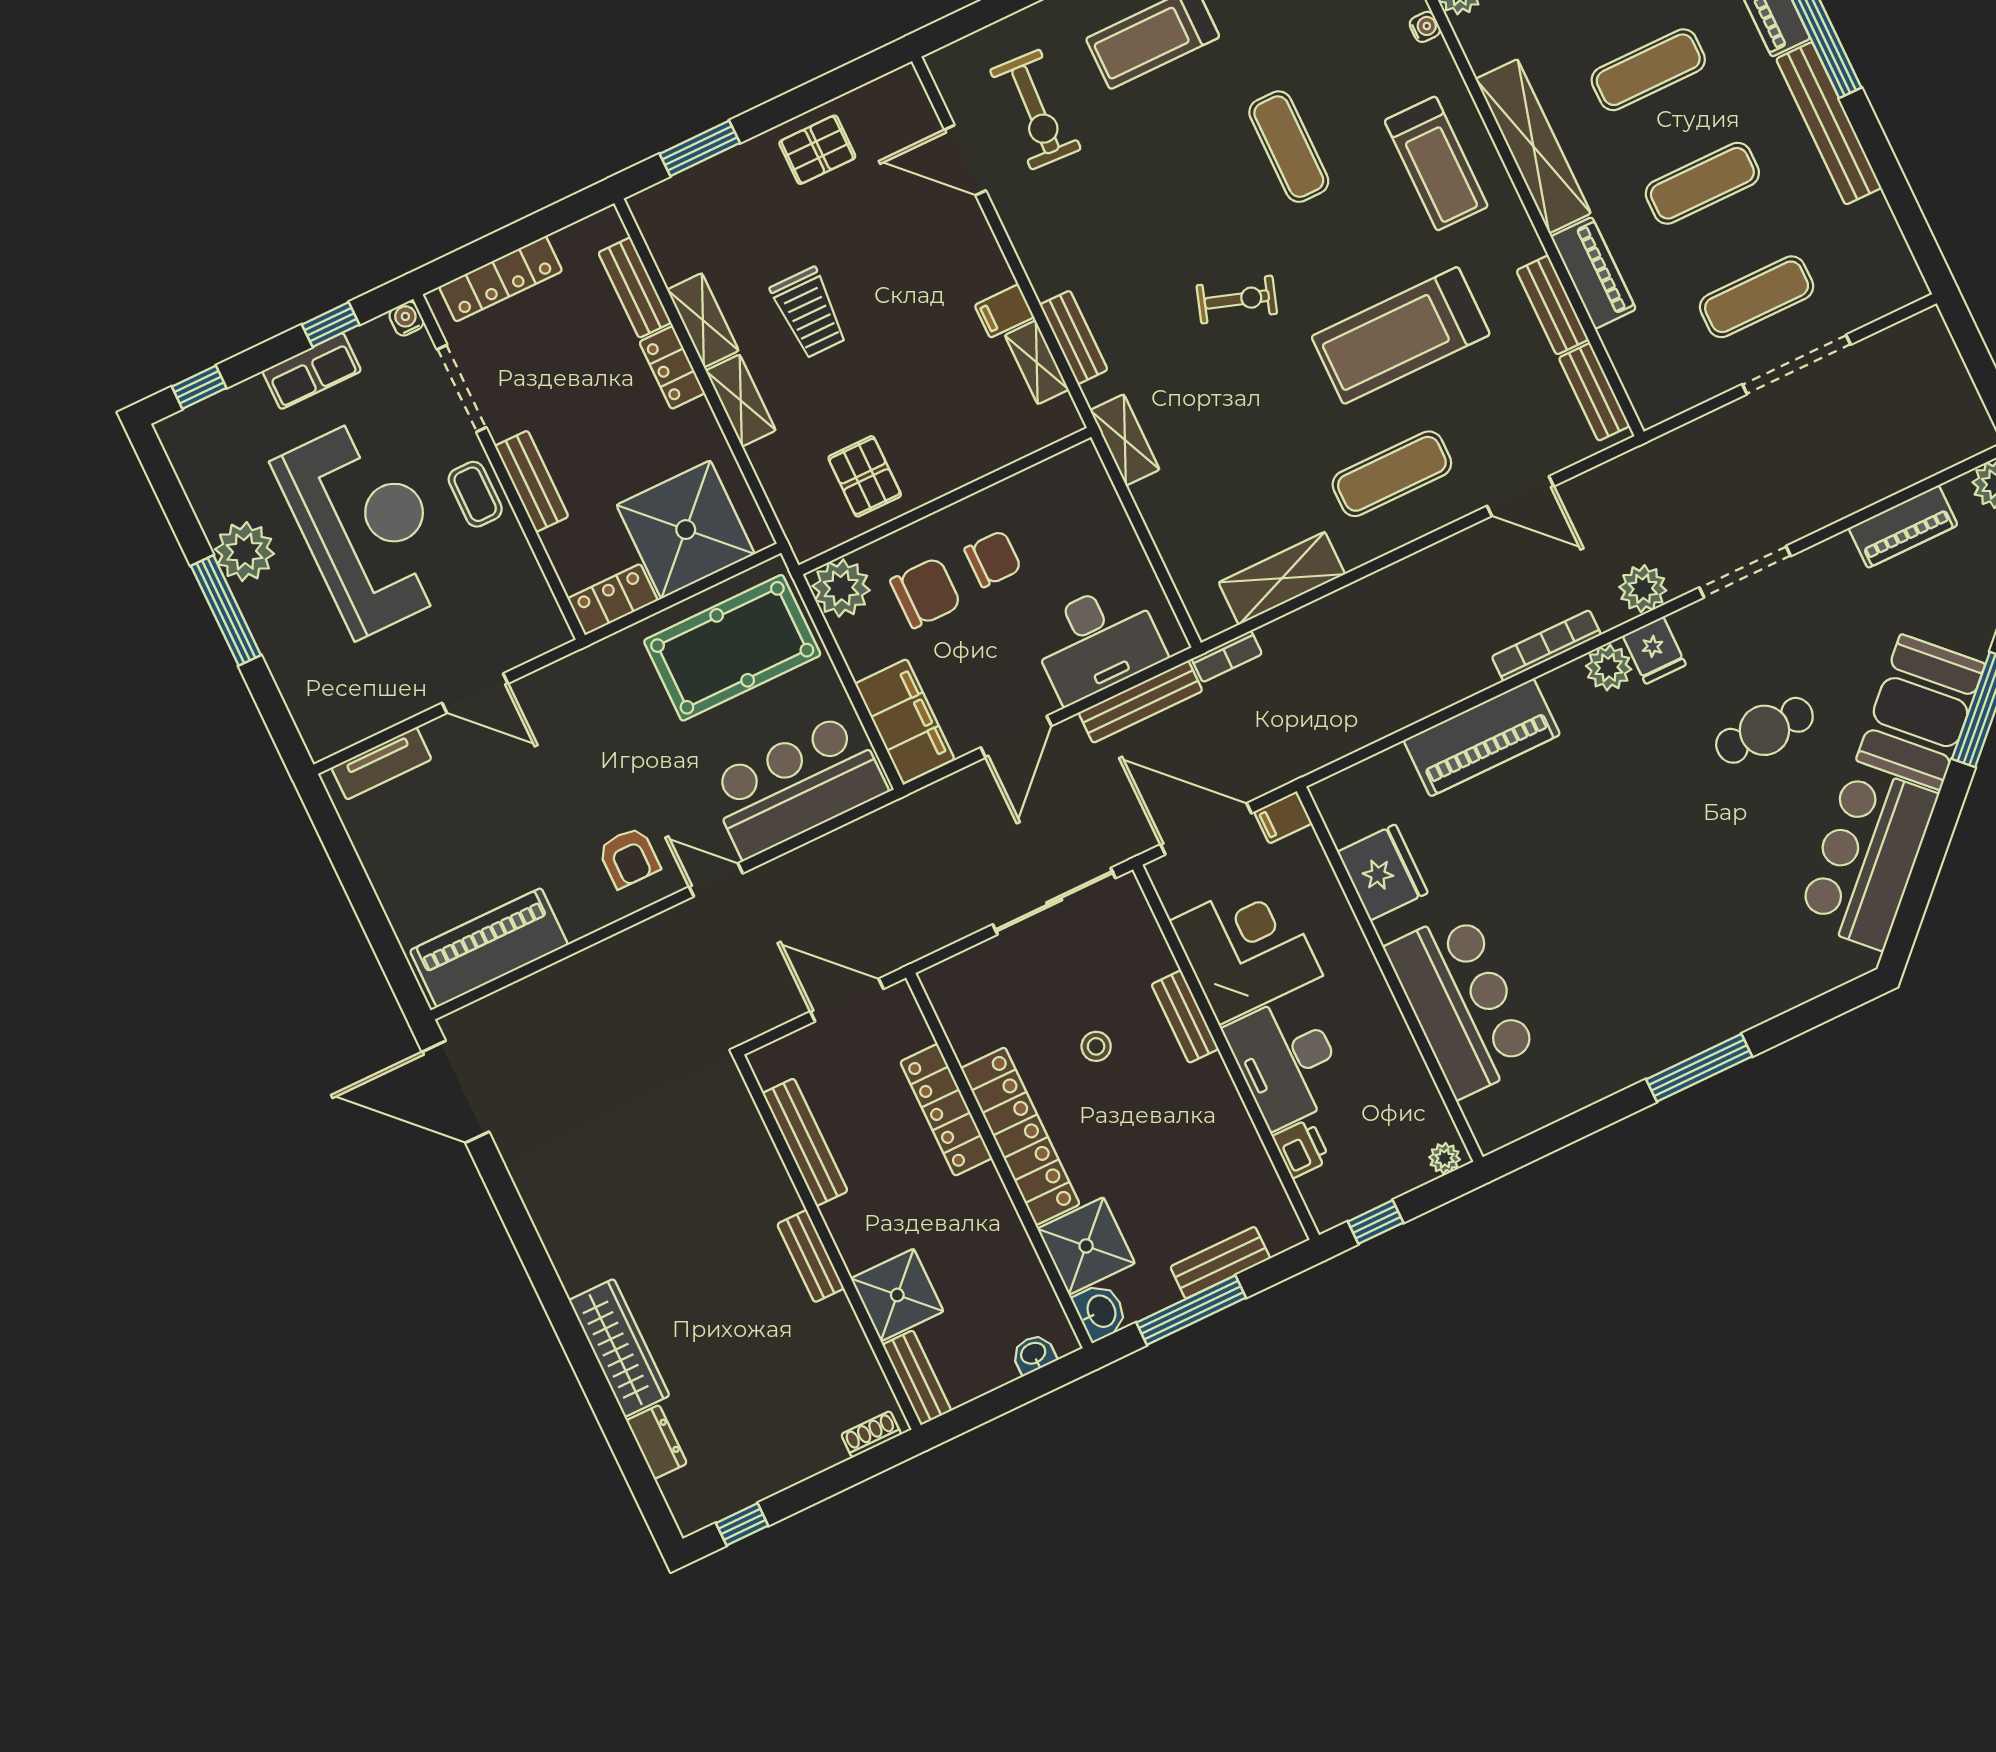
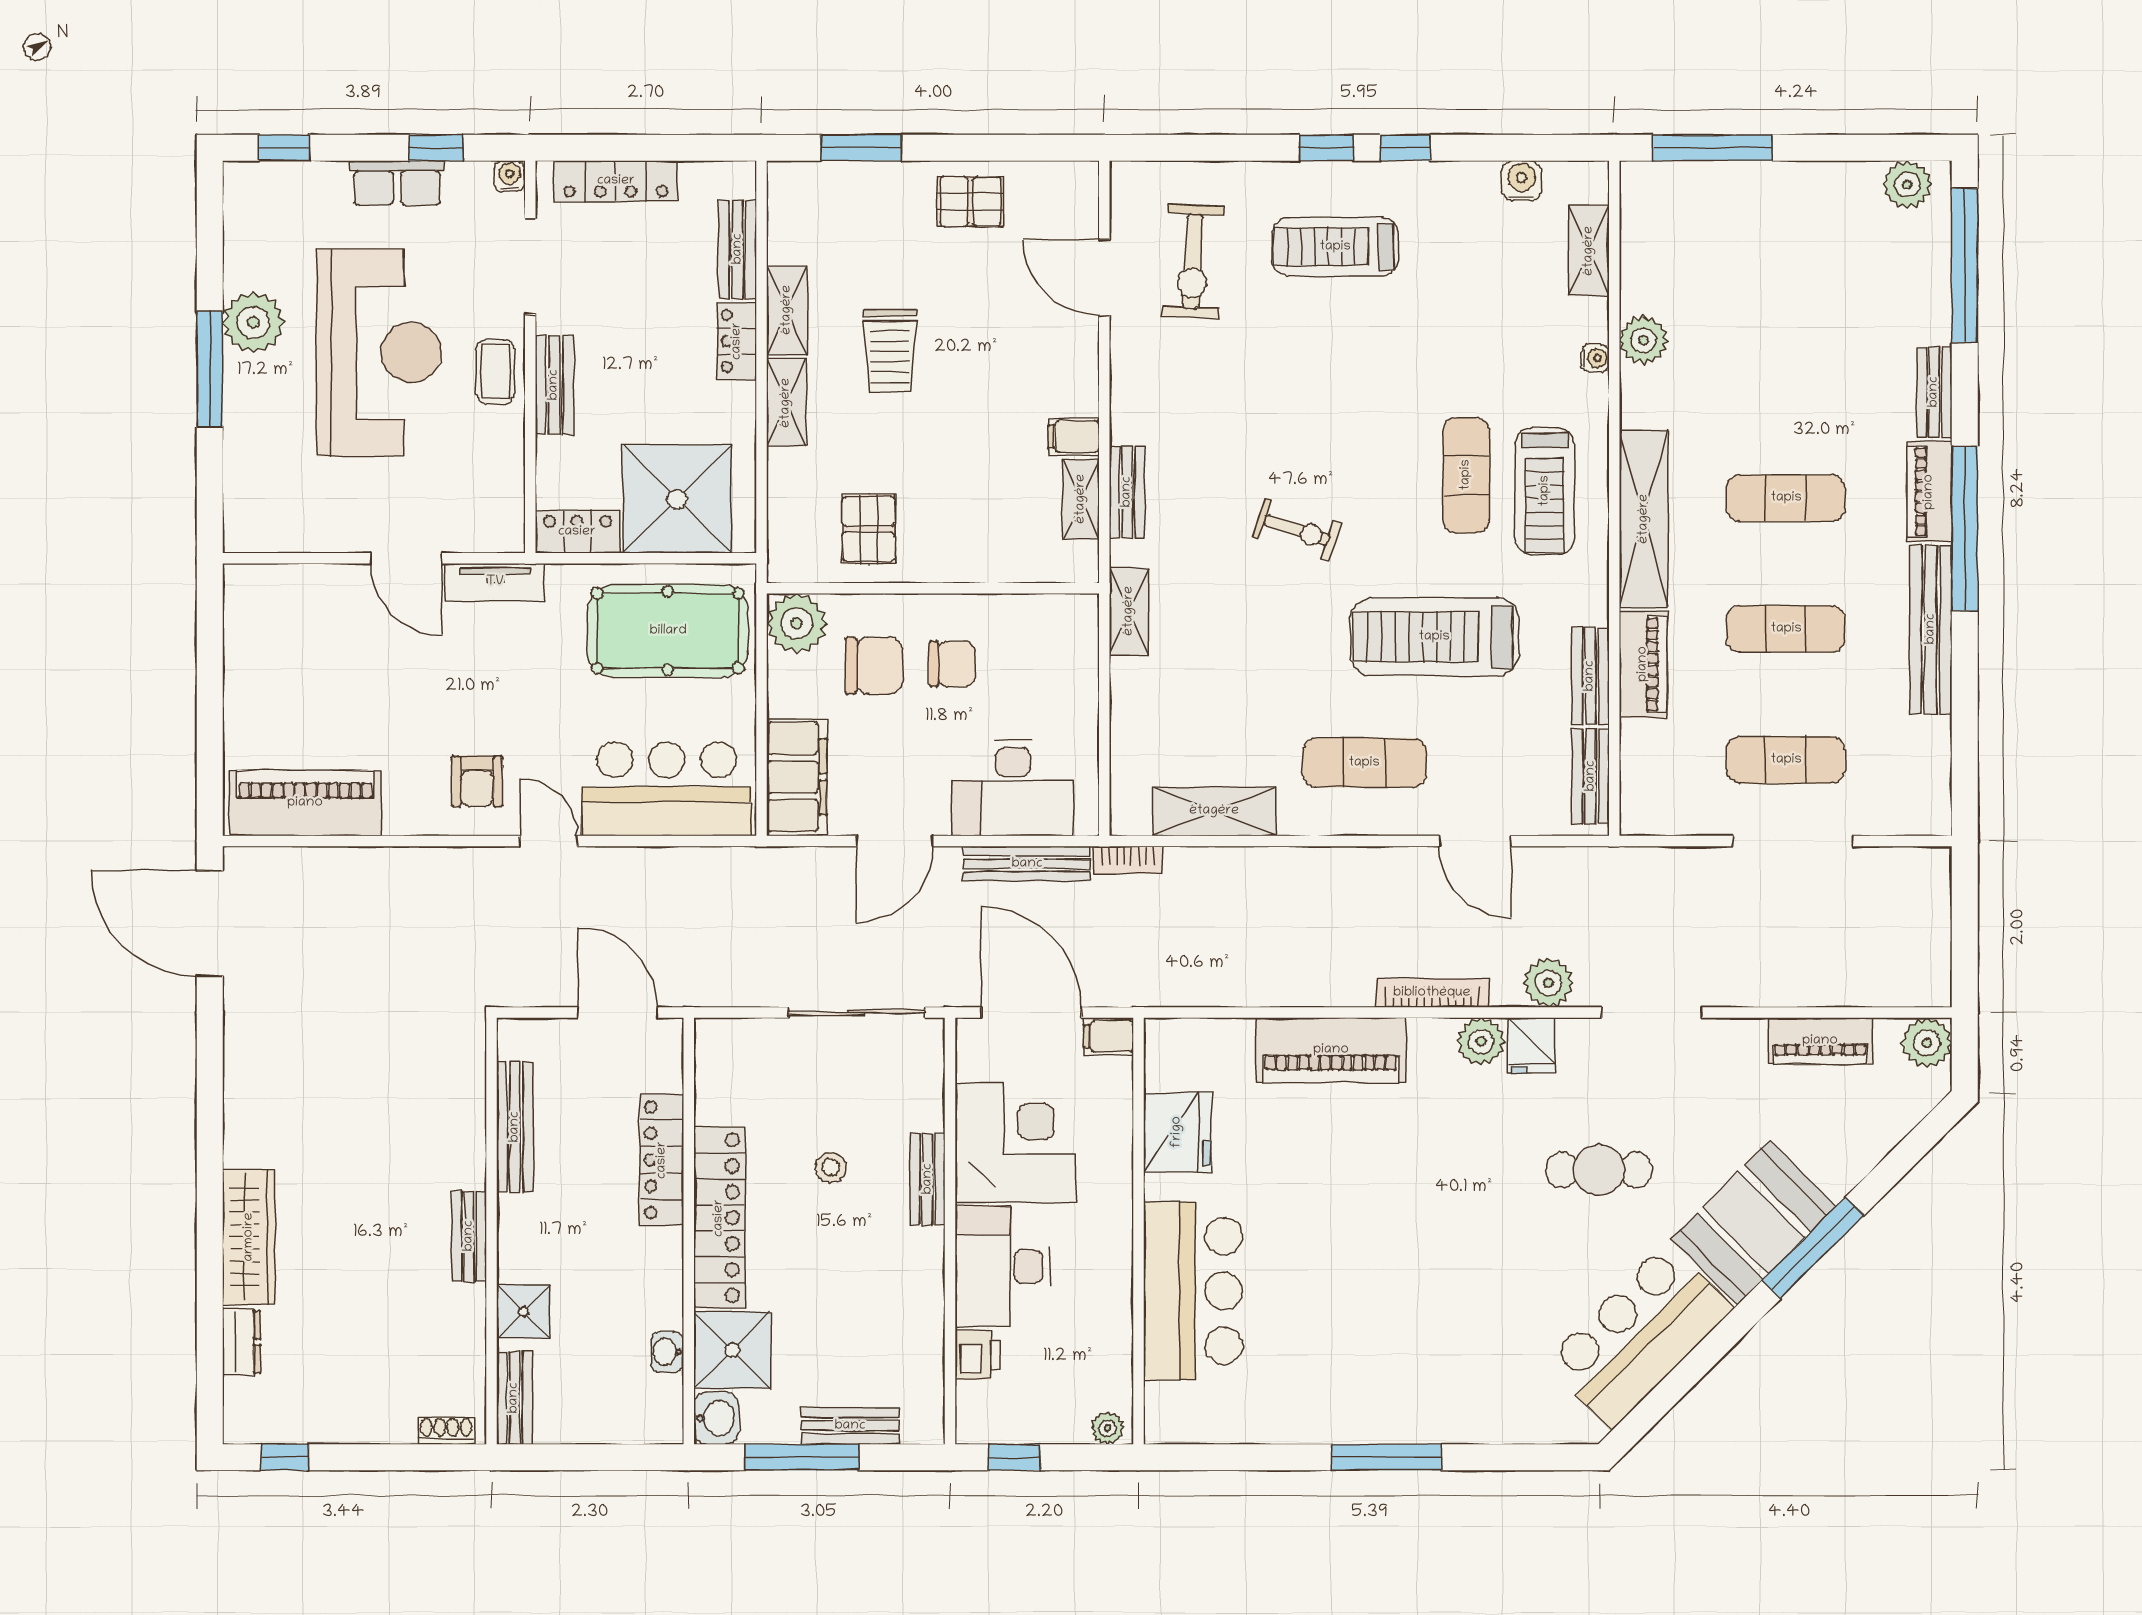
exercise mat: (1289, 147) -> (1466, 475), moved
tv unit: (381, 763) -> (495, 582), moved
shower: (897, 1295) -> (523, 1312), width x0.73, depth x0.73
washbasin: (1034, 1354) -> (667, 1352), moved, turned -90

